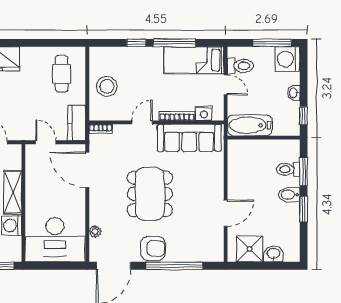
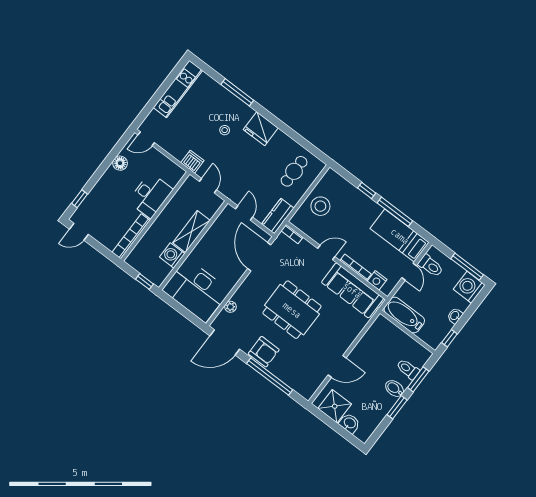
dining table: (150, 194) -> (292, 310), turned 90

